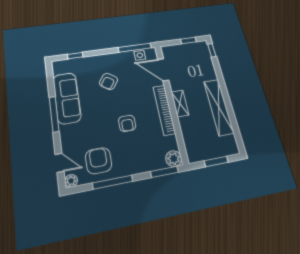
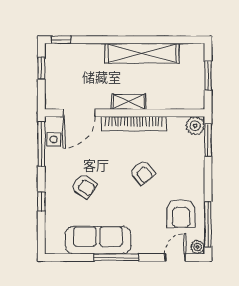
window: (75, 56) -> (41, 201), moved
armchair: (127, 123) -> (143, 173), turned 50
armchair: (99, 161) -> (181, 213), turned -90
window: (113, 182) -> (208, 224), moved

